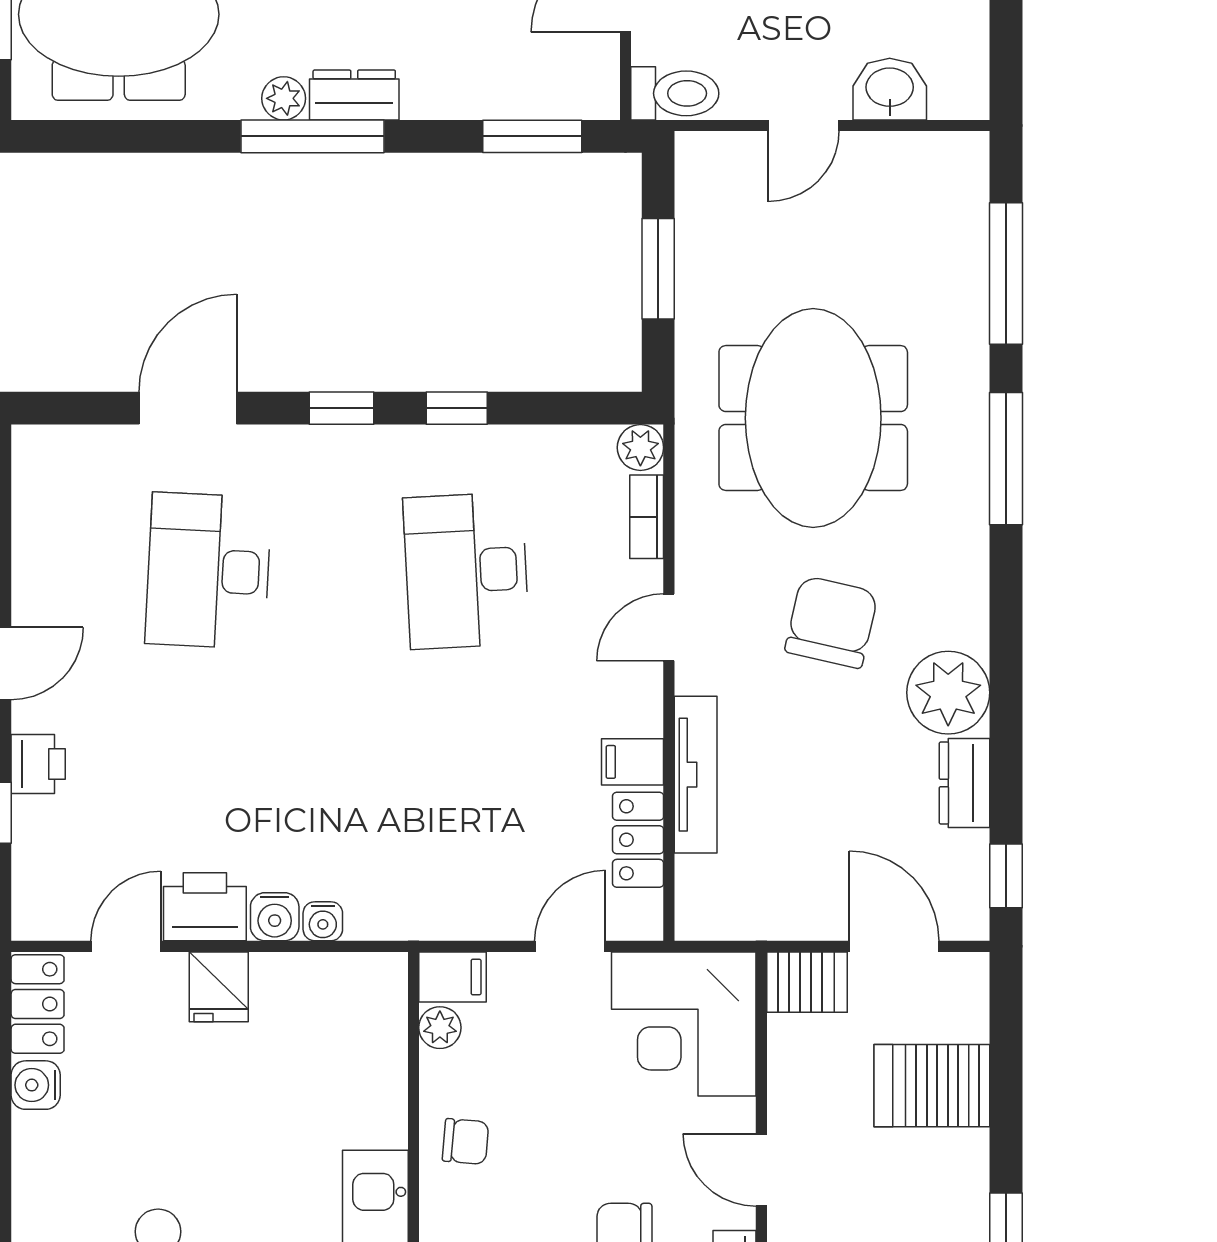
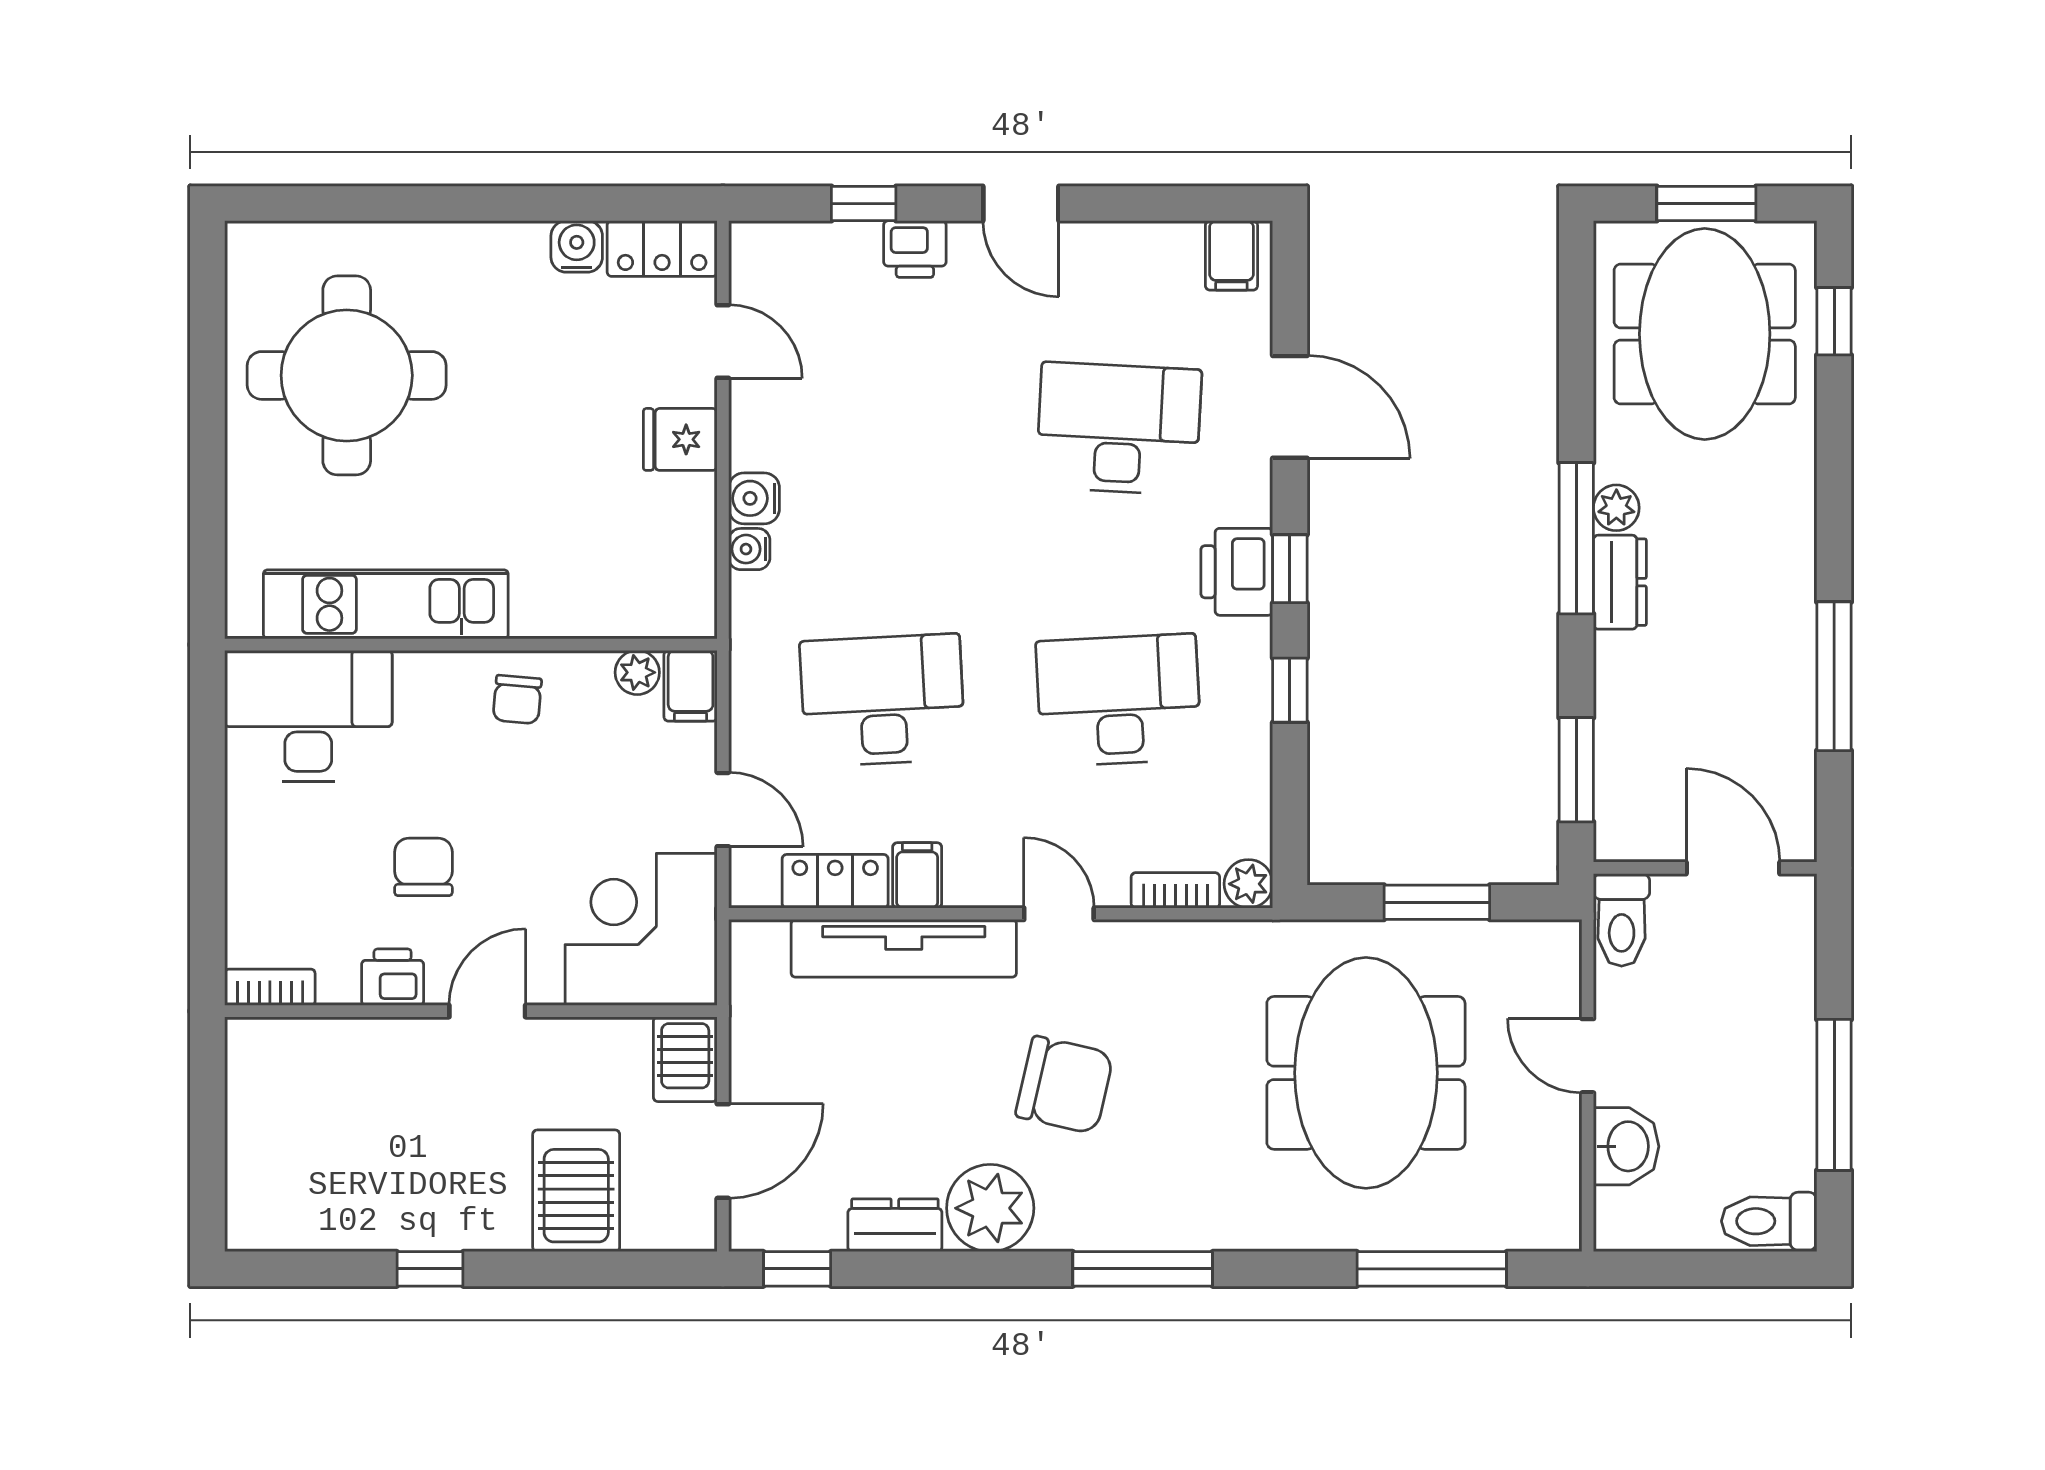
meeting table: (813, 418) -> (1366, 1073), moved, turned 90
window: (1006, 459) -> (1143, 1269), moved
filing cabinet: (44, 464) -> (1231, 255), added
tv unit: (696, 775) -> (904, 948), width x1.36, depth x1.29
desk: (466, 795) -> (883, 700), added
printer: (205, 907) -> (1237, 572), moved, turned 180

